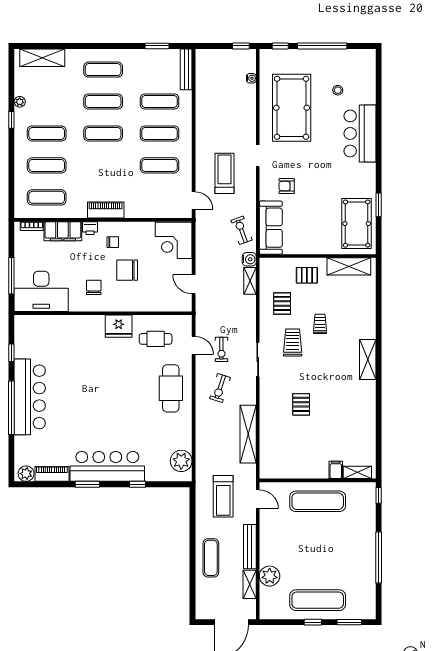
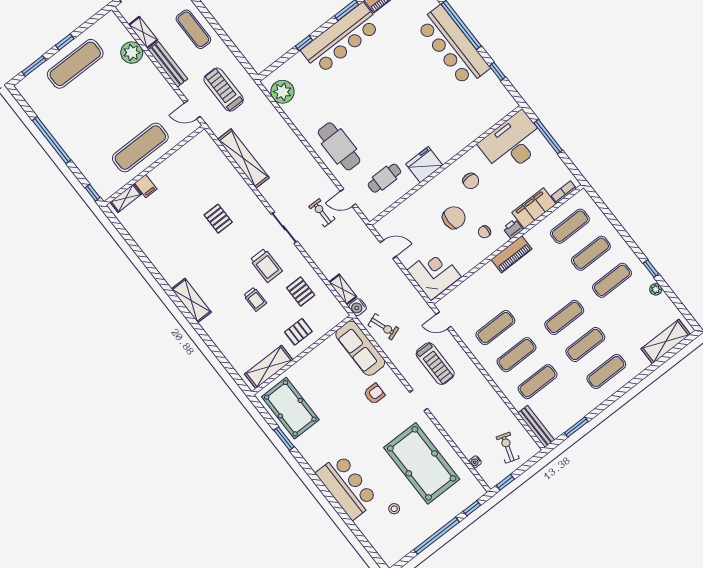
exercise bike: (220, 388) -> (508, 448), moved

